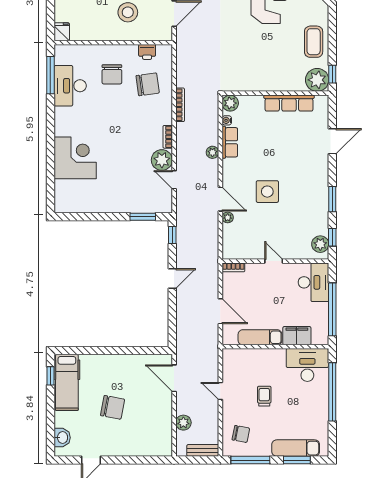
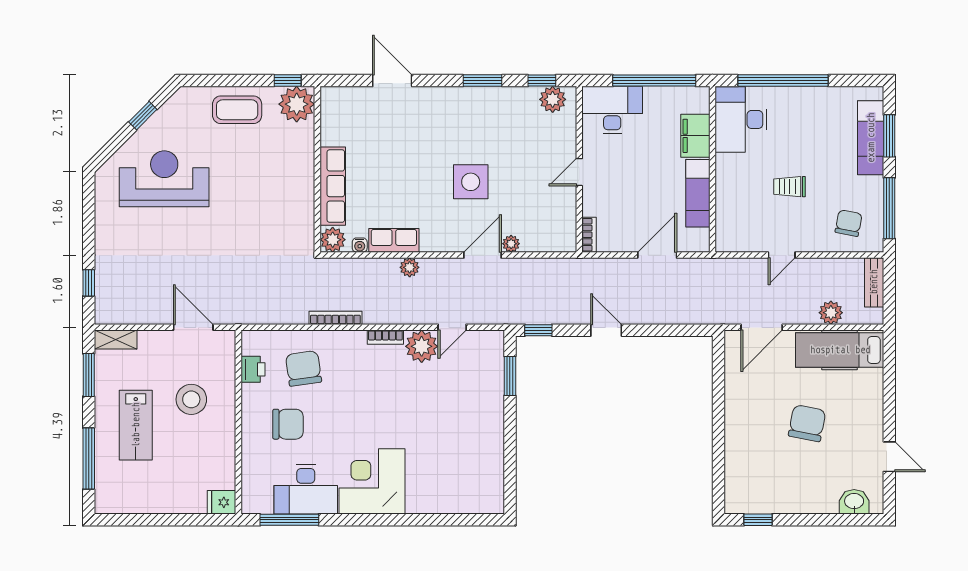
row of seats: (289, 103) -> (333, 186), moved
corner desk: (75, 158) -> (372, 481), moved
hospital bed: (67, 382) -> (840, 350), moved, turned 180

